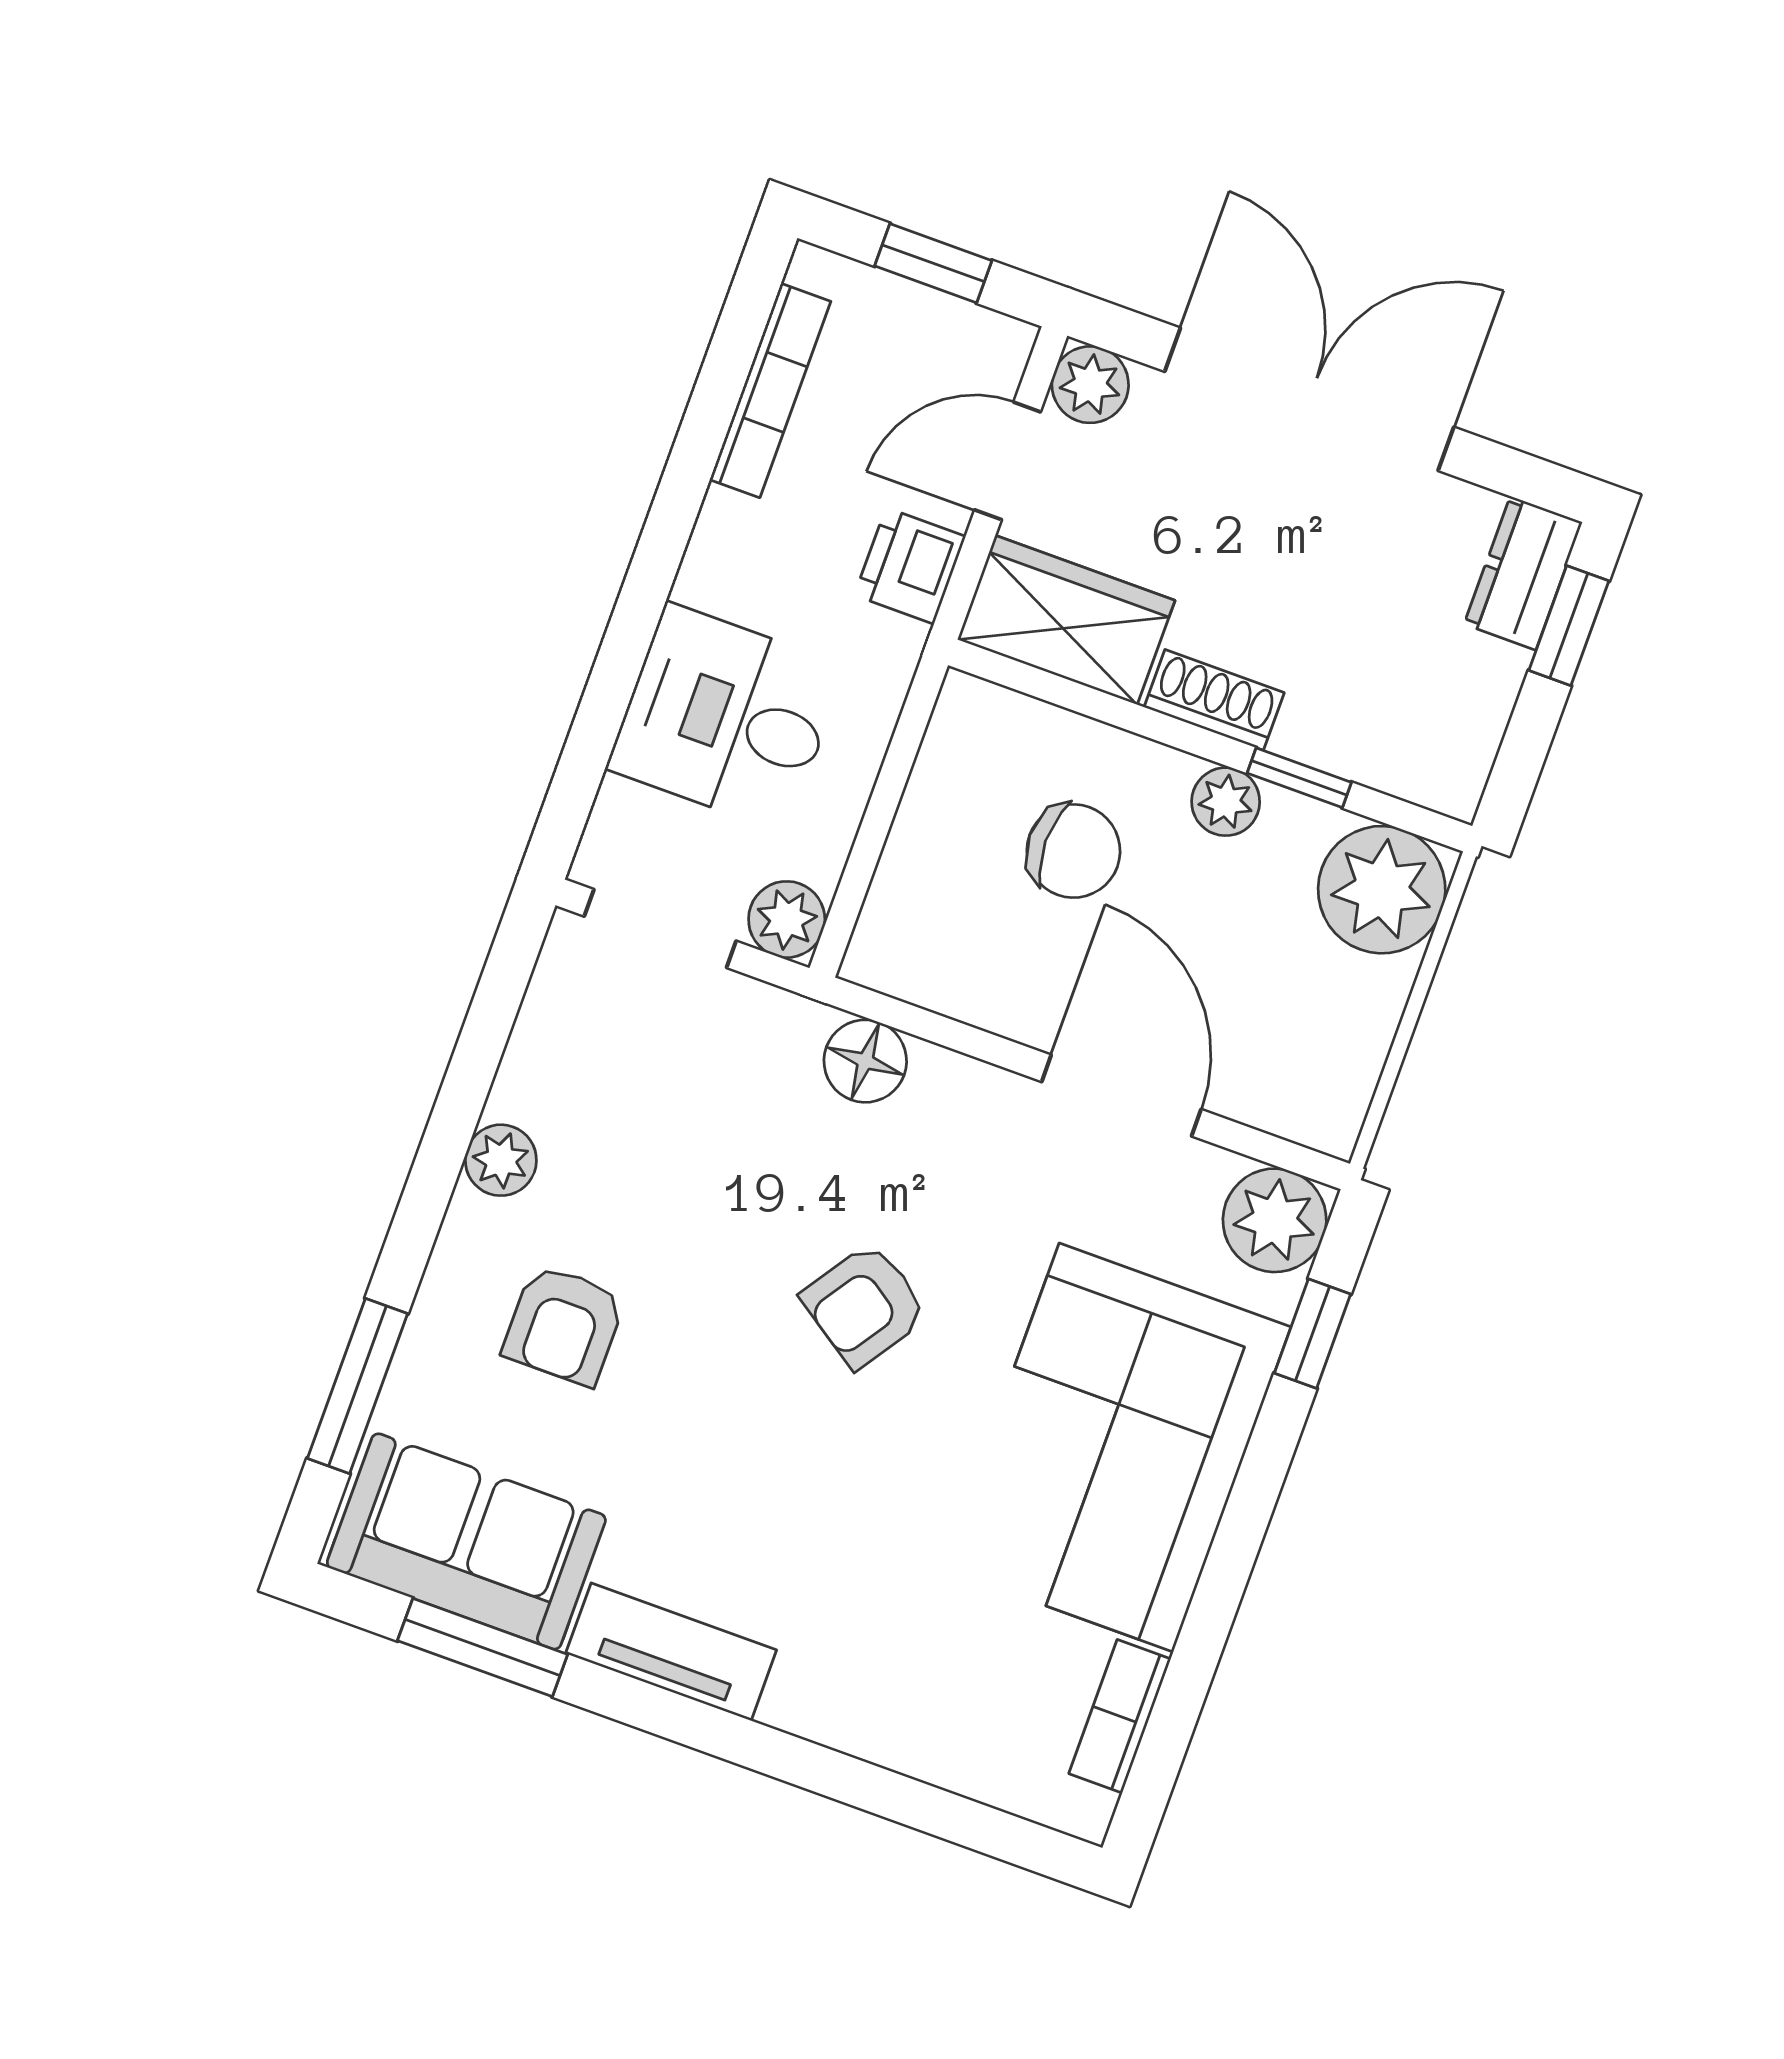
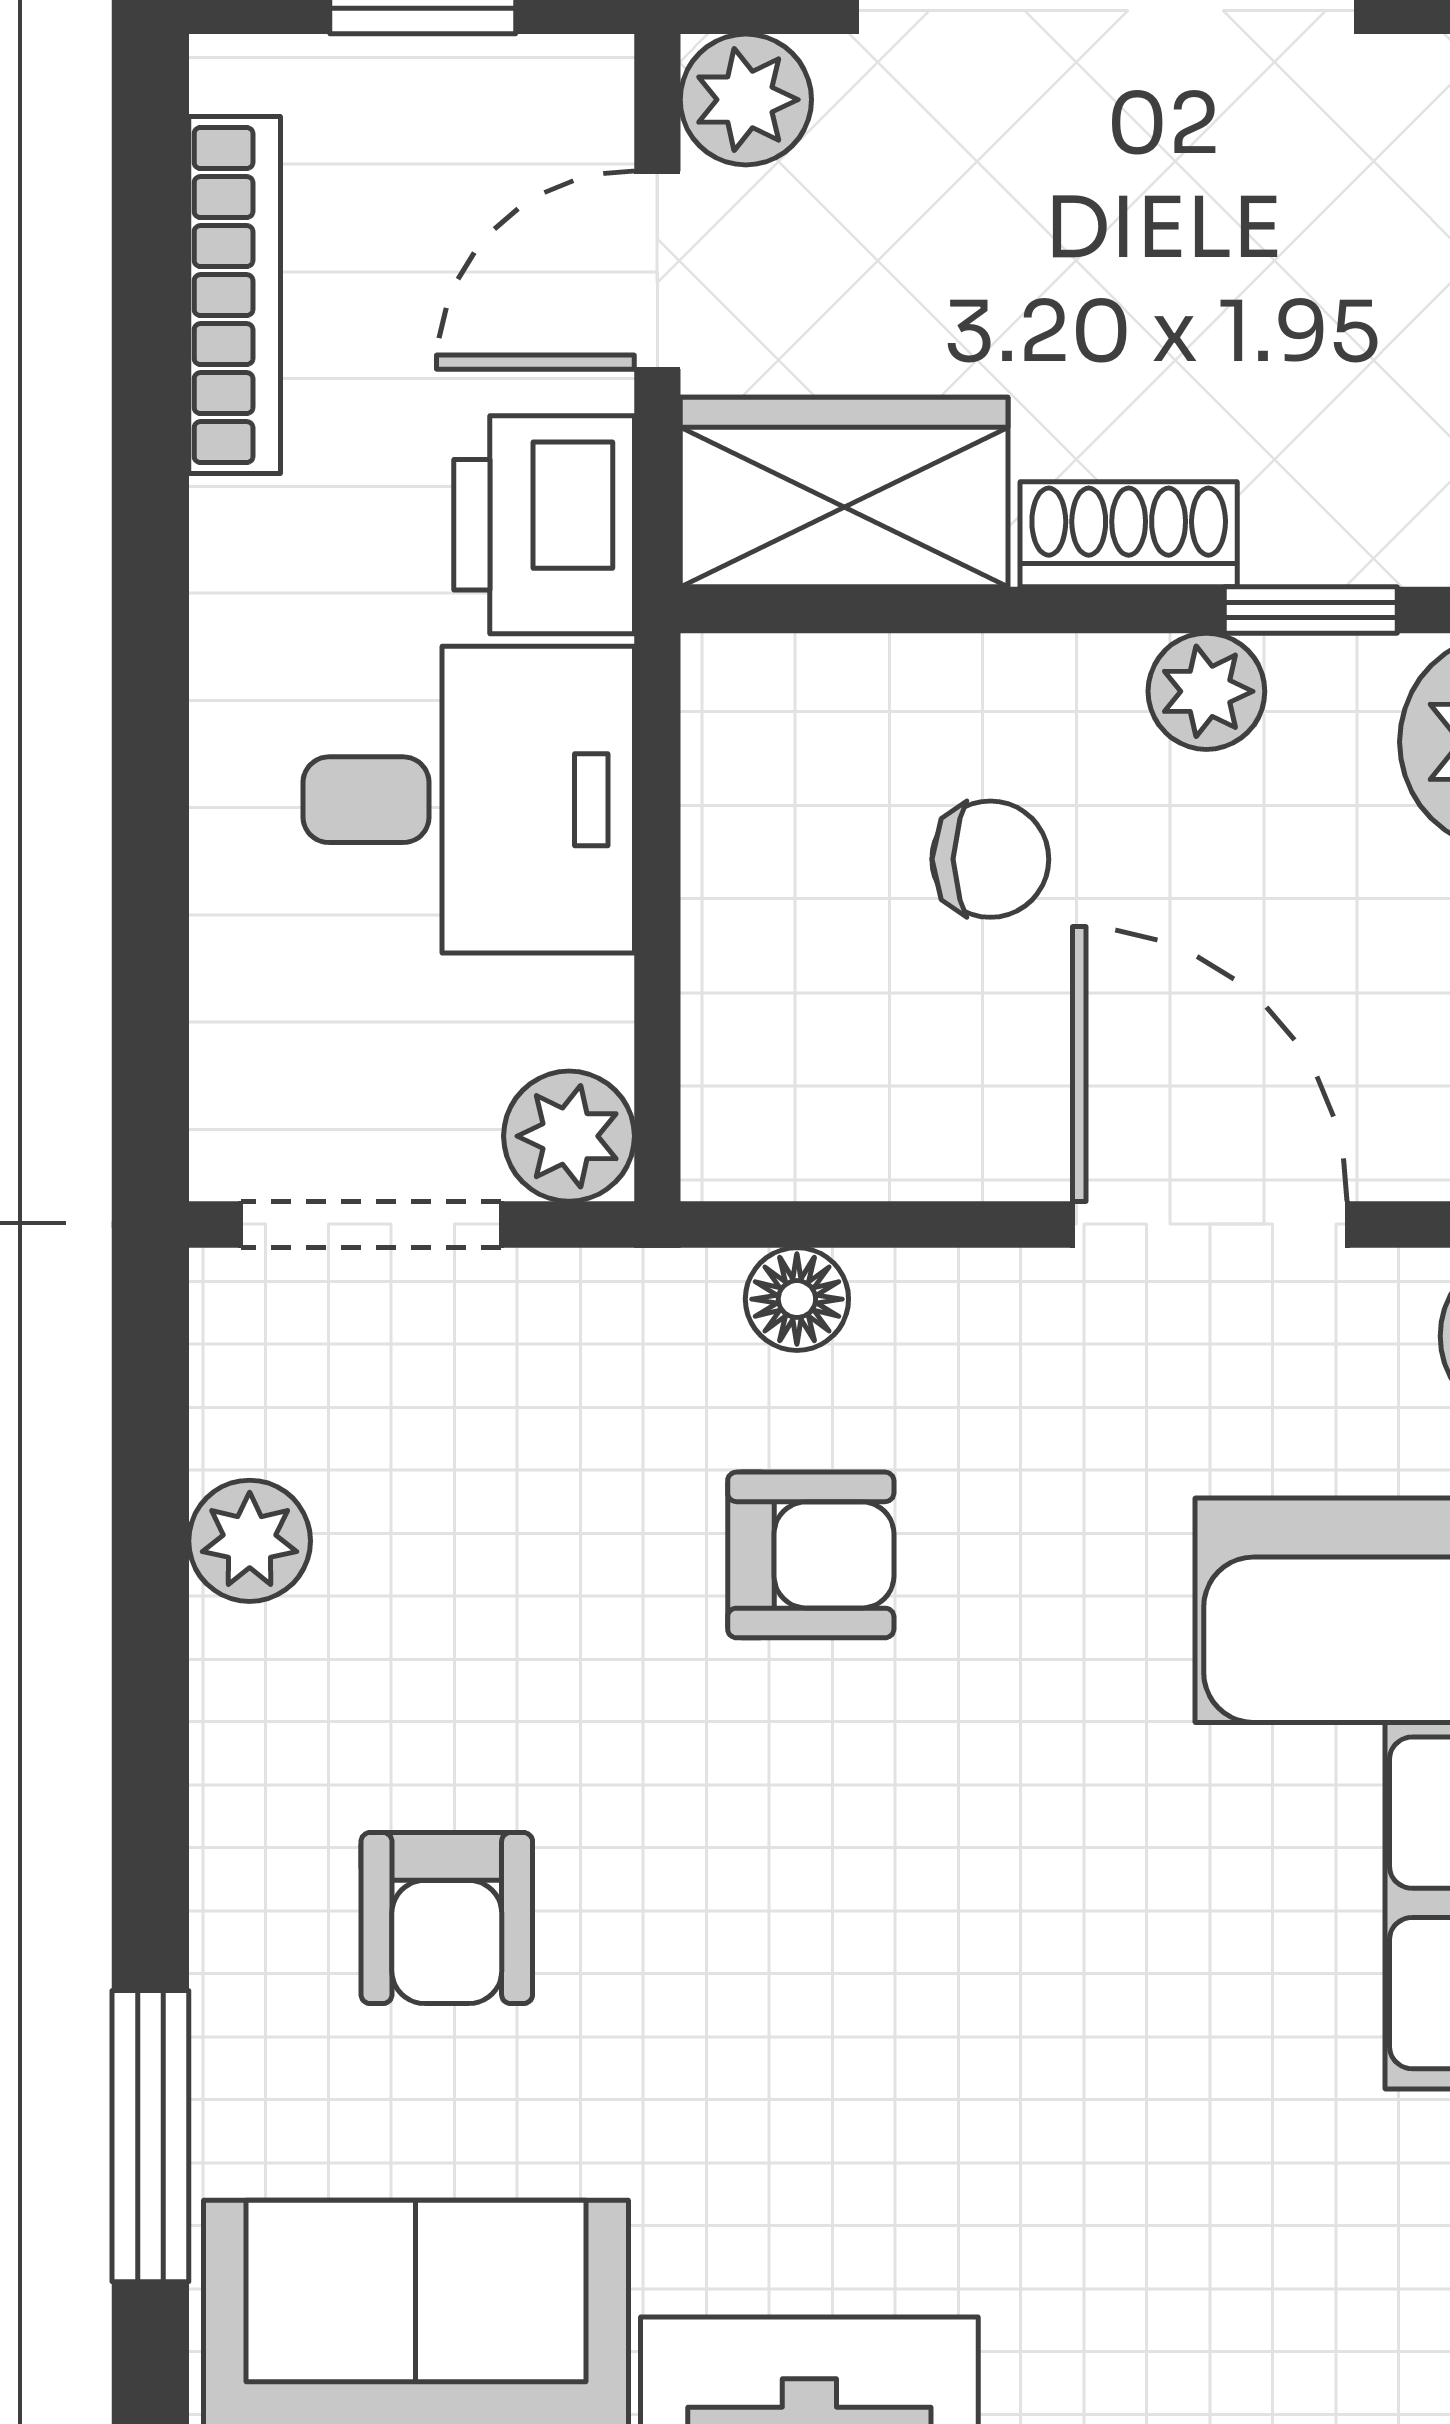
printer: (910, 566) -> (544, 525), width x1.36, depth x1.24
desk: (726, 717) -> (469, 800), moved, turned 180
chair: (1073, 851) -> (990, 859), width x0.73, depth x0.73
floor lamp: (865, 1061) -> (797, 1299), width x0.73, depth x0.73
plant: (501, 1160) -> (250, 1541), moved
armchair: (865, 1305) -> (811, 1555), moved, turned -124

